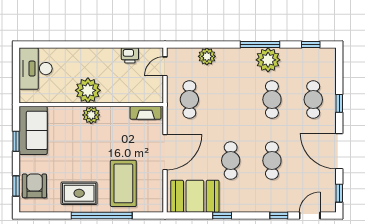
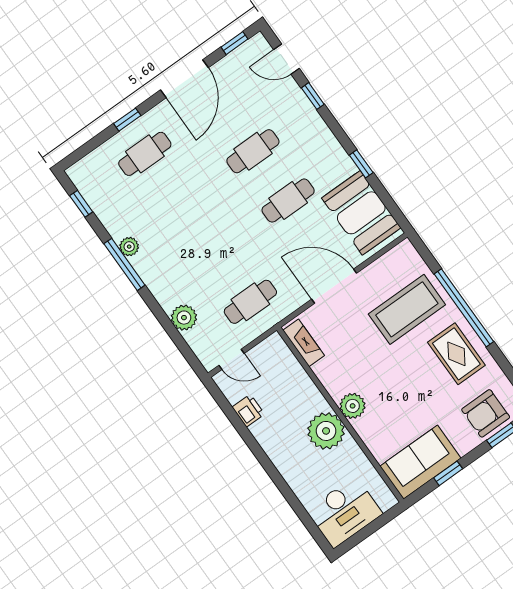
plant: (268, 60) -> (129, 247), width x0.53, depth x0.53
cafe table: (272, 100) -> (180, 203), removed

